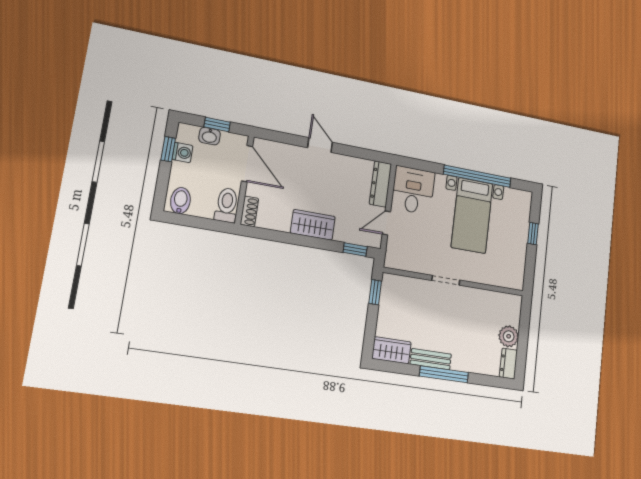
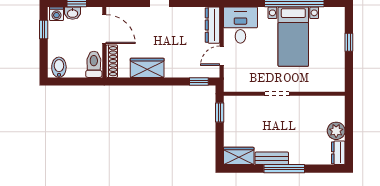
washing machine: (183, 153) -> (56, 14), moved, turned 90
shoe rack: (249, 211) -> (112, 61), width x1.43
wardrobe: (313, 225) -> (147, 68), moved

